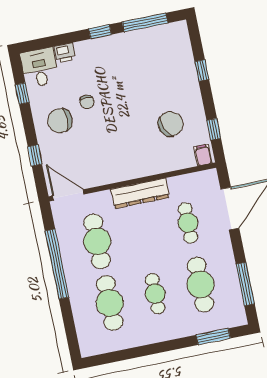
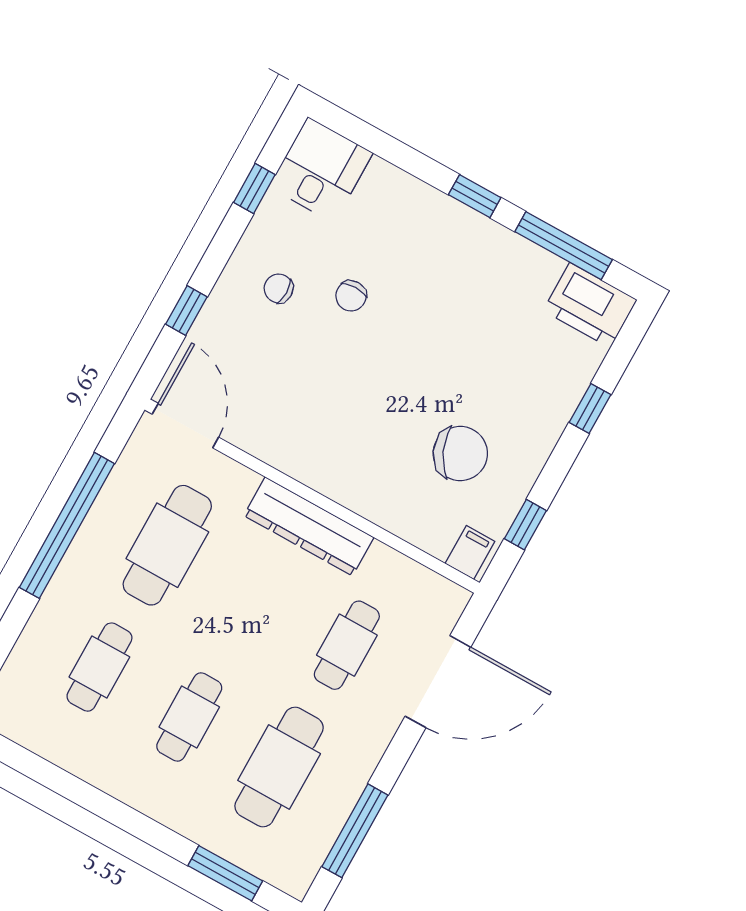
printer: (65, 53) -> (590, 305), moved, width x1.87, depth x1.48
chair: (60, 121) -> (279, 288), width x0.54, depth x0.54
cafe table: (110, 303) -> (99, 667), width x0.73, depth x0.74

